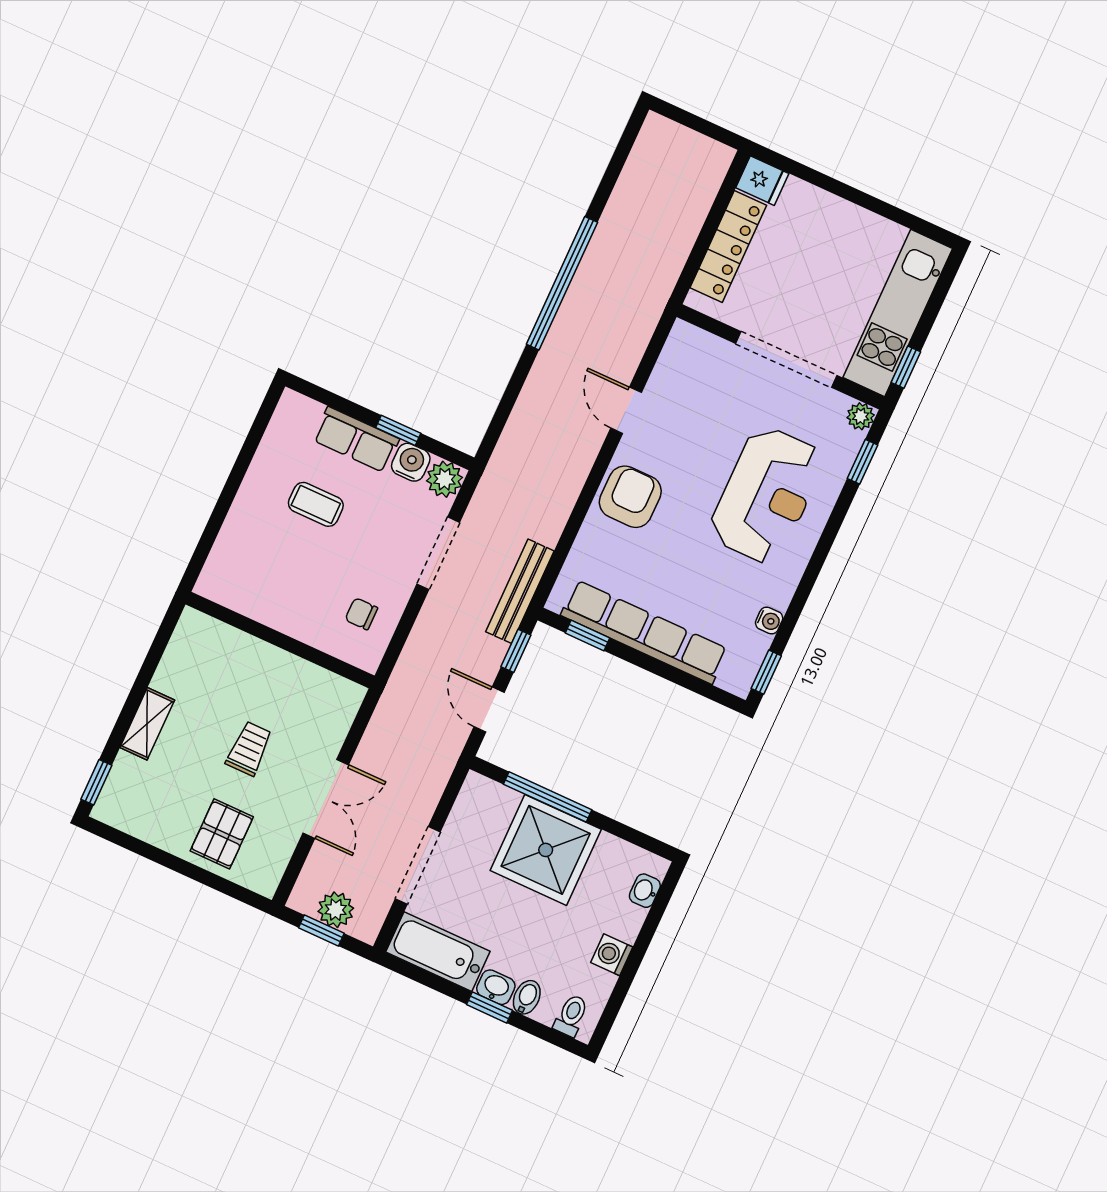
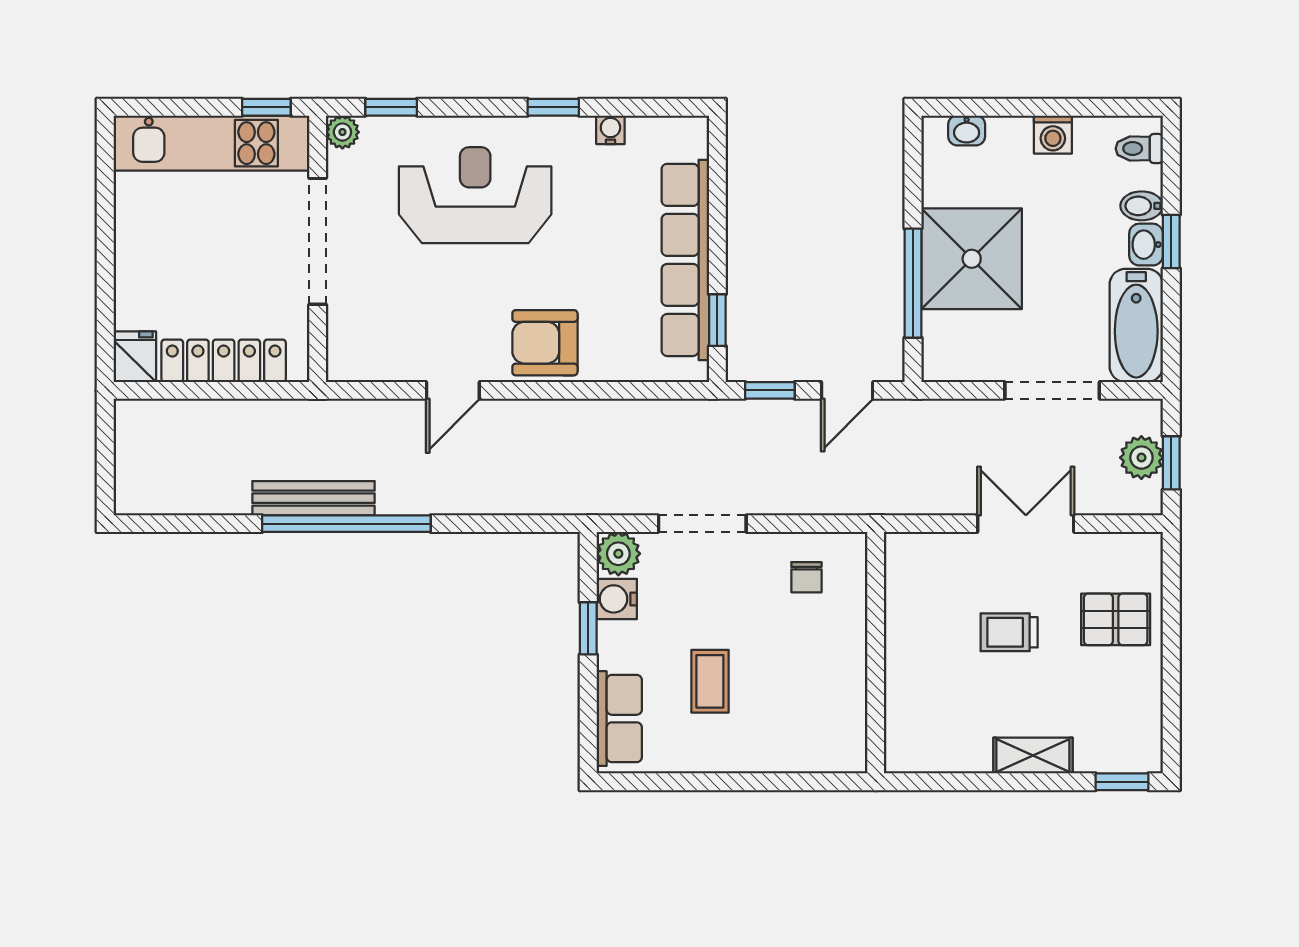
row of seats: (356, 440) -> (619, 719), moved
bench: (520, 591) -> (314, 498), moved
window: (766, 672) -> (553, 107), moved

